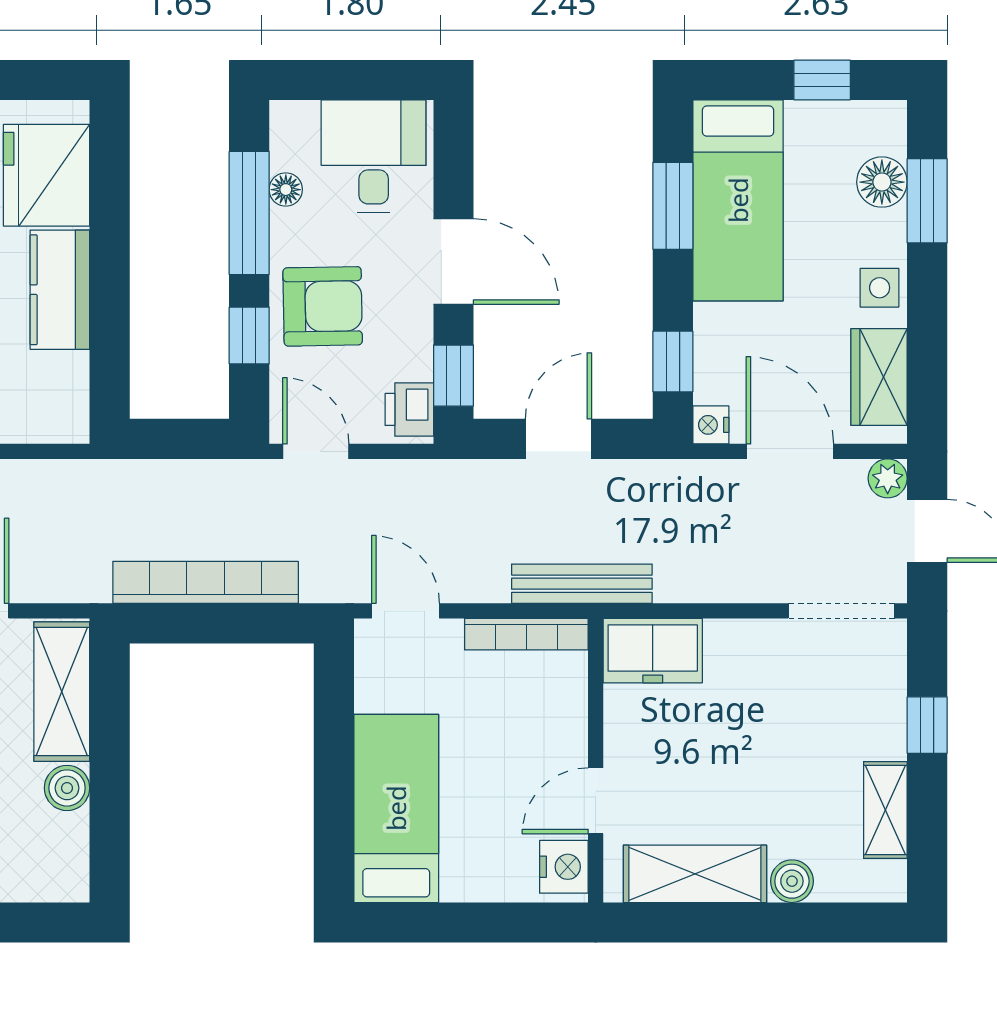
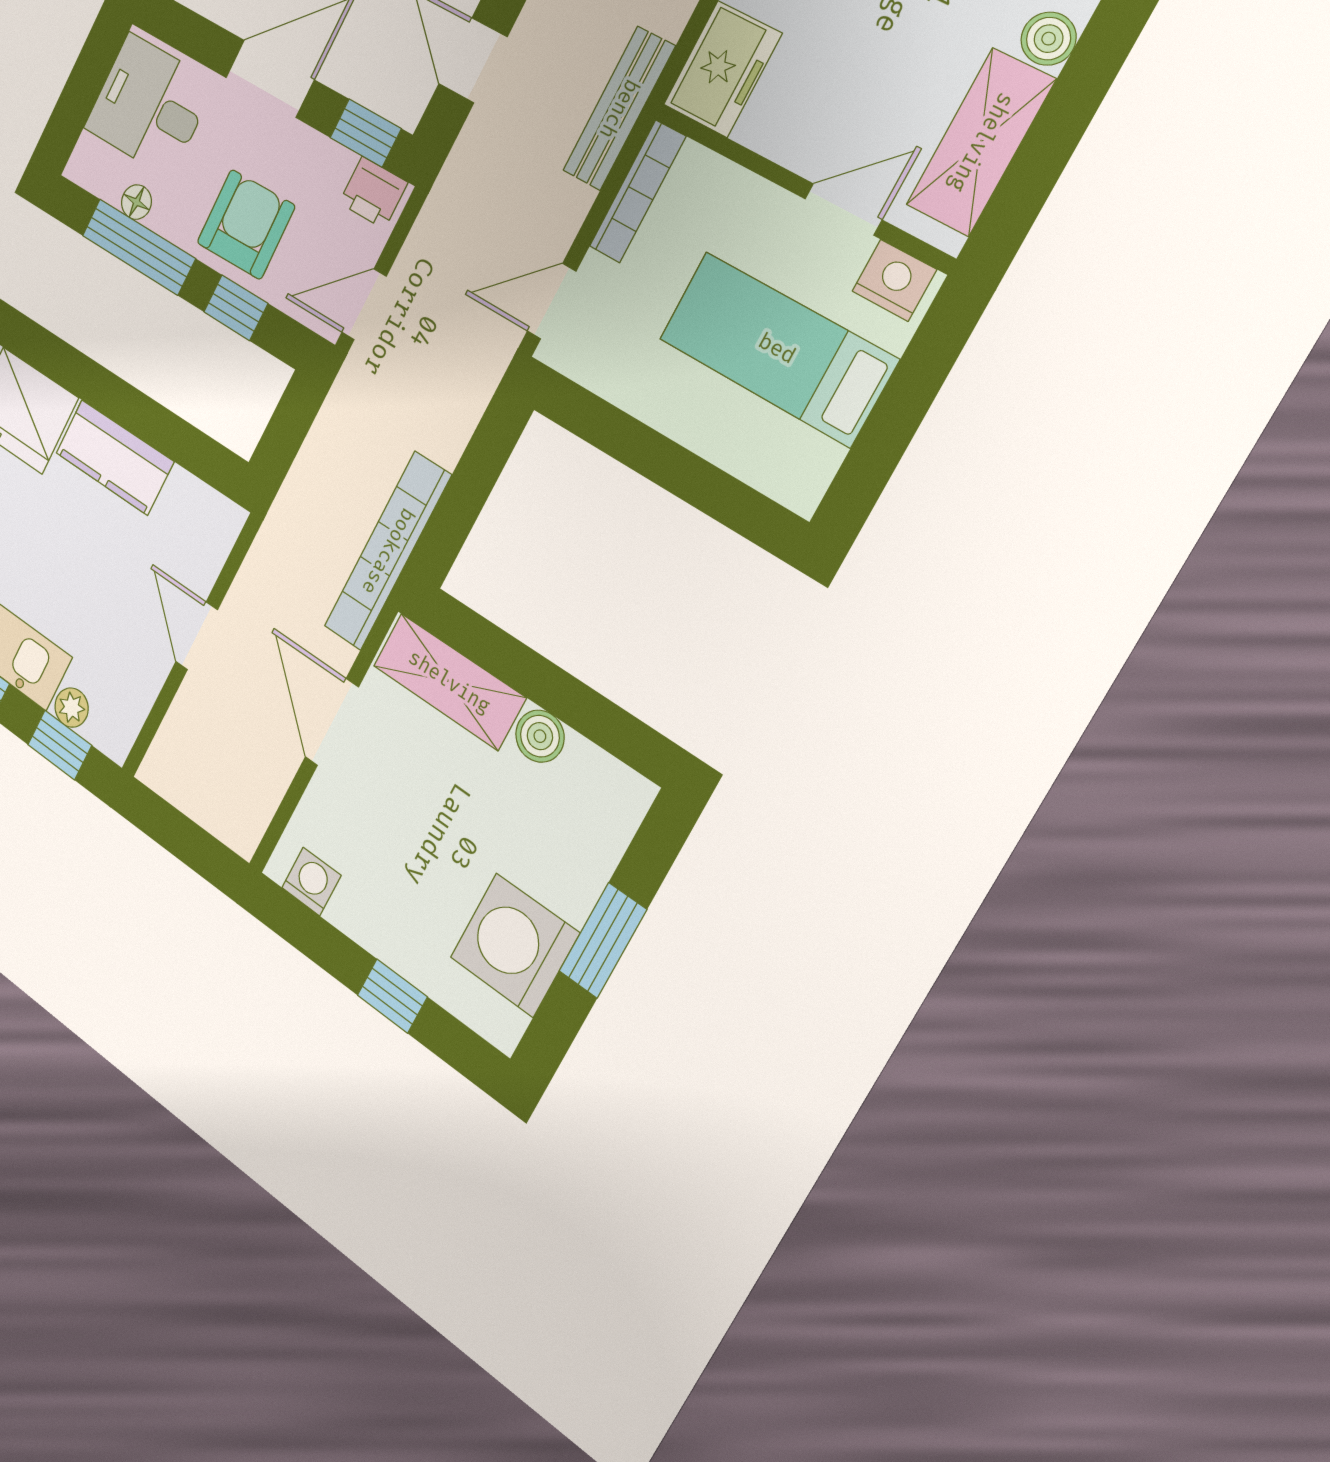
bookcase: (206, 582) -> (388, 551), moved
door: (596, 801) -> (843, 209), swing flipped
bed: (396, 808) -> (777, 349), moved

